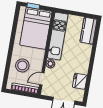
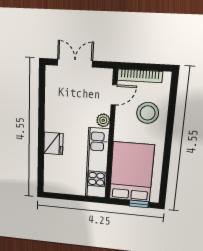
kitchen counter: (88, 31) -> (53, 175), removed
fridge: (80, 81) -> (53, 143), moved

